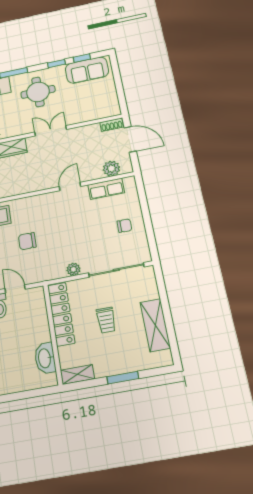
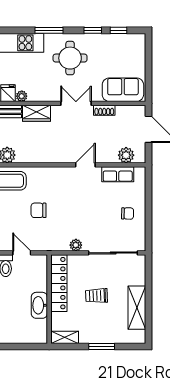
sofa: (87, 70) -> (123, 90), moved, turned 180
shoe rack: (112, 125) -> (104, 110), moved
trolley: (106, 320) -> (96, 296), turned 88
washbasin: (45, 358) -> (39, 305), moved

